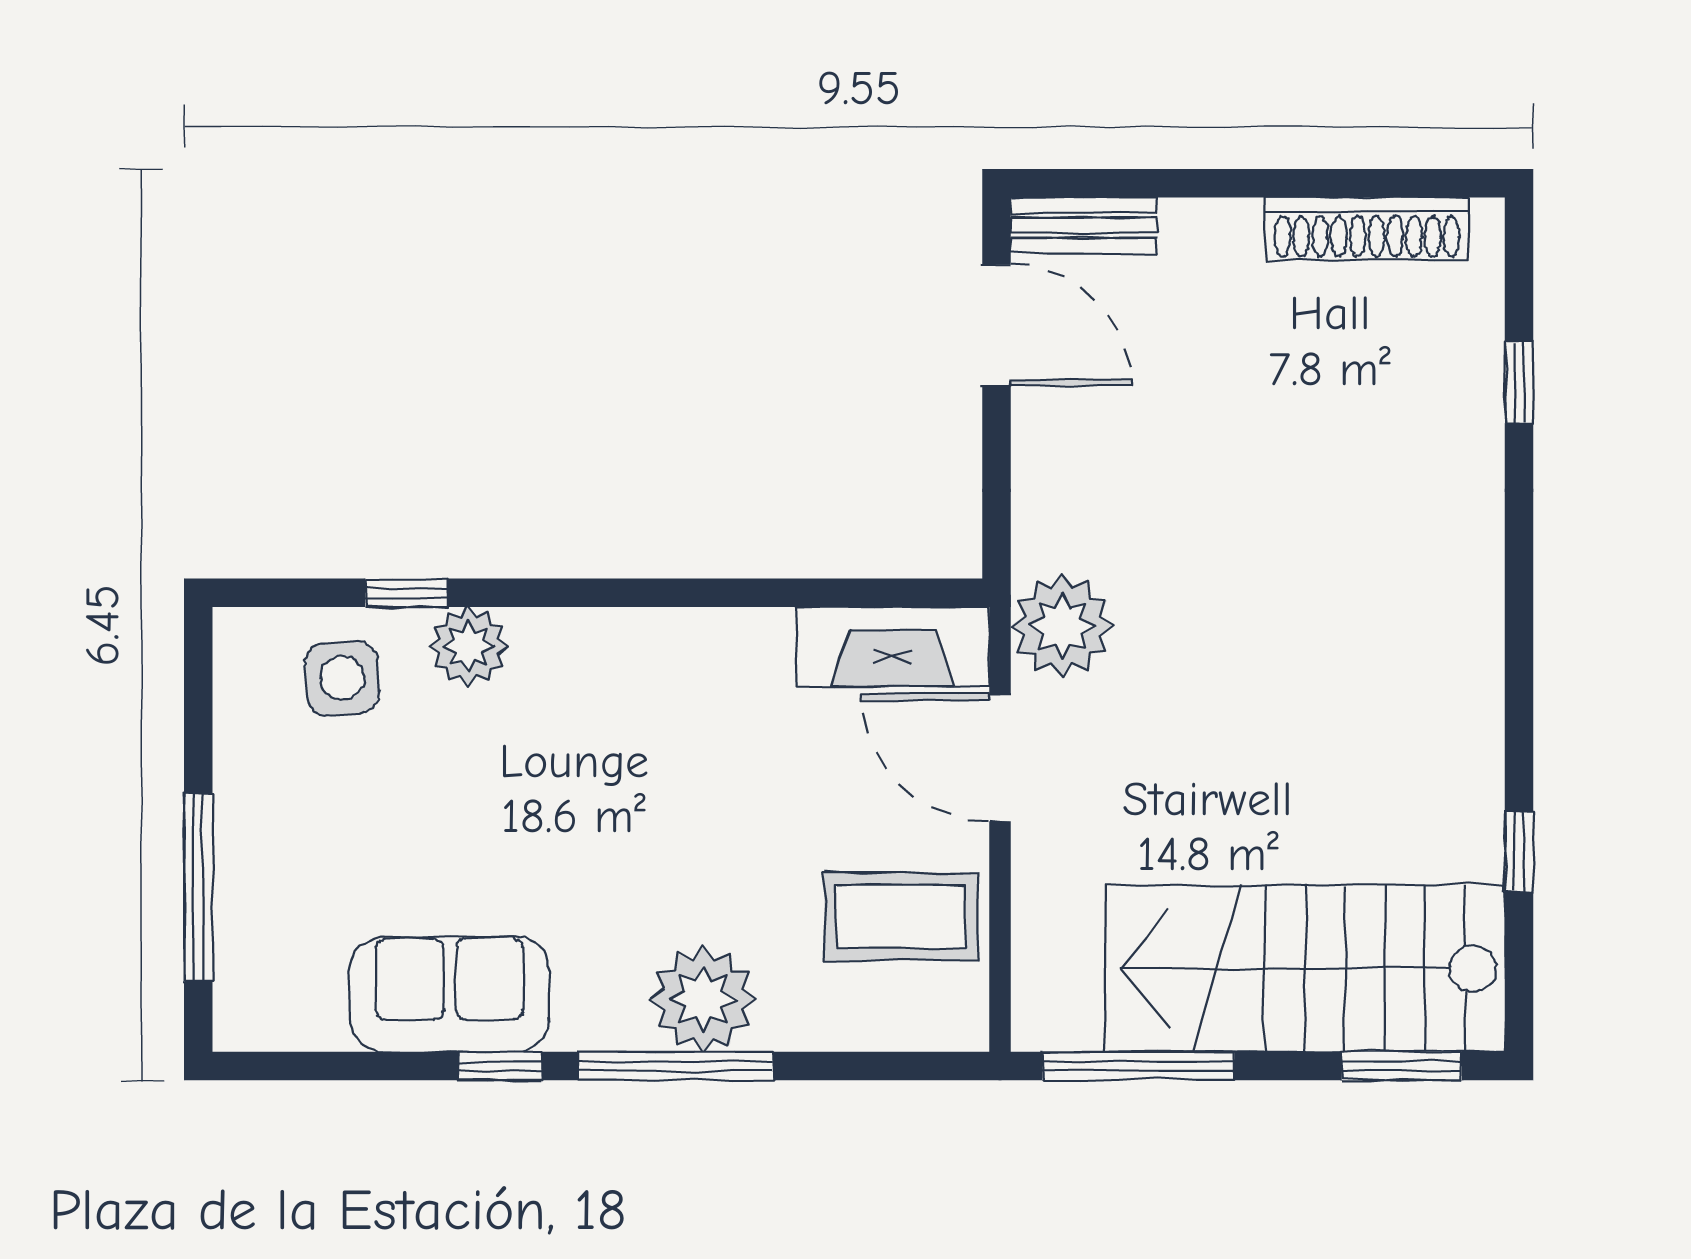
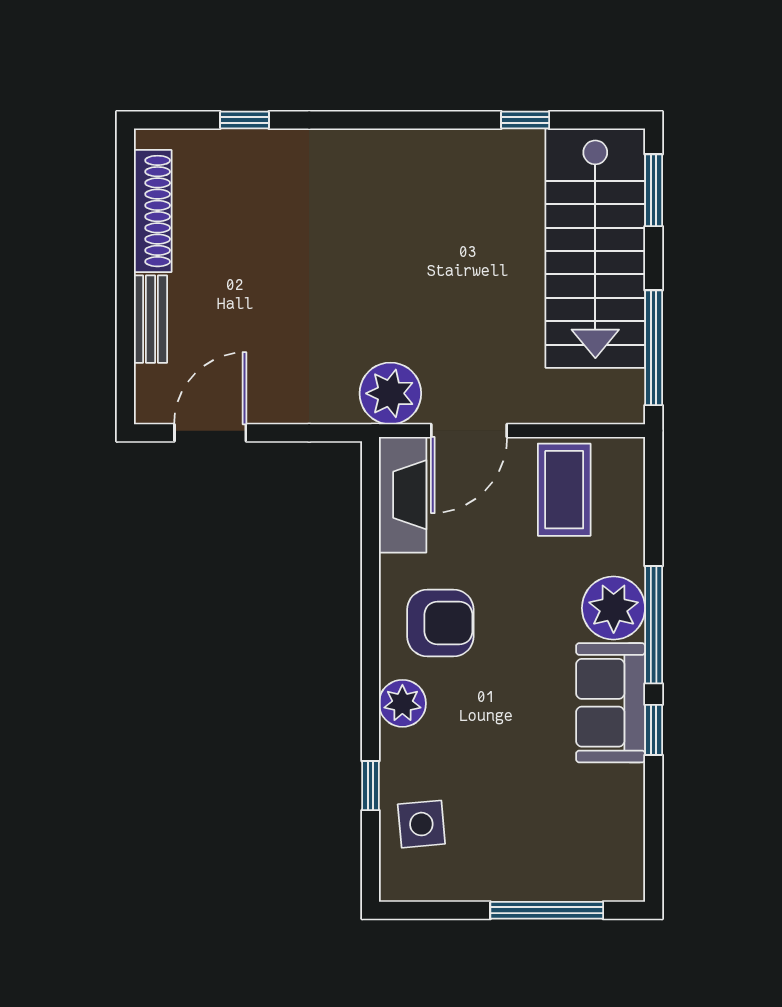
bench: (1084, 225) -> (150, 319), moved
plant: (469, 646) -> (402, 703), moved
armchair: (678, 710) -> (440, 623), added
sofa: (449, 994) -> (611, 703), moved

